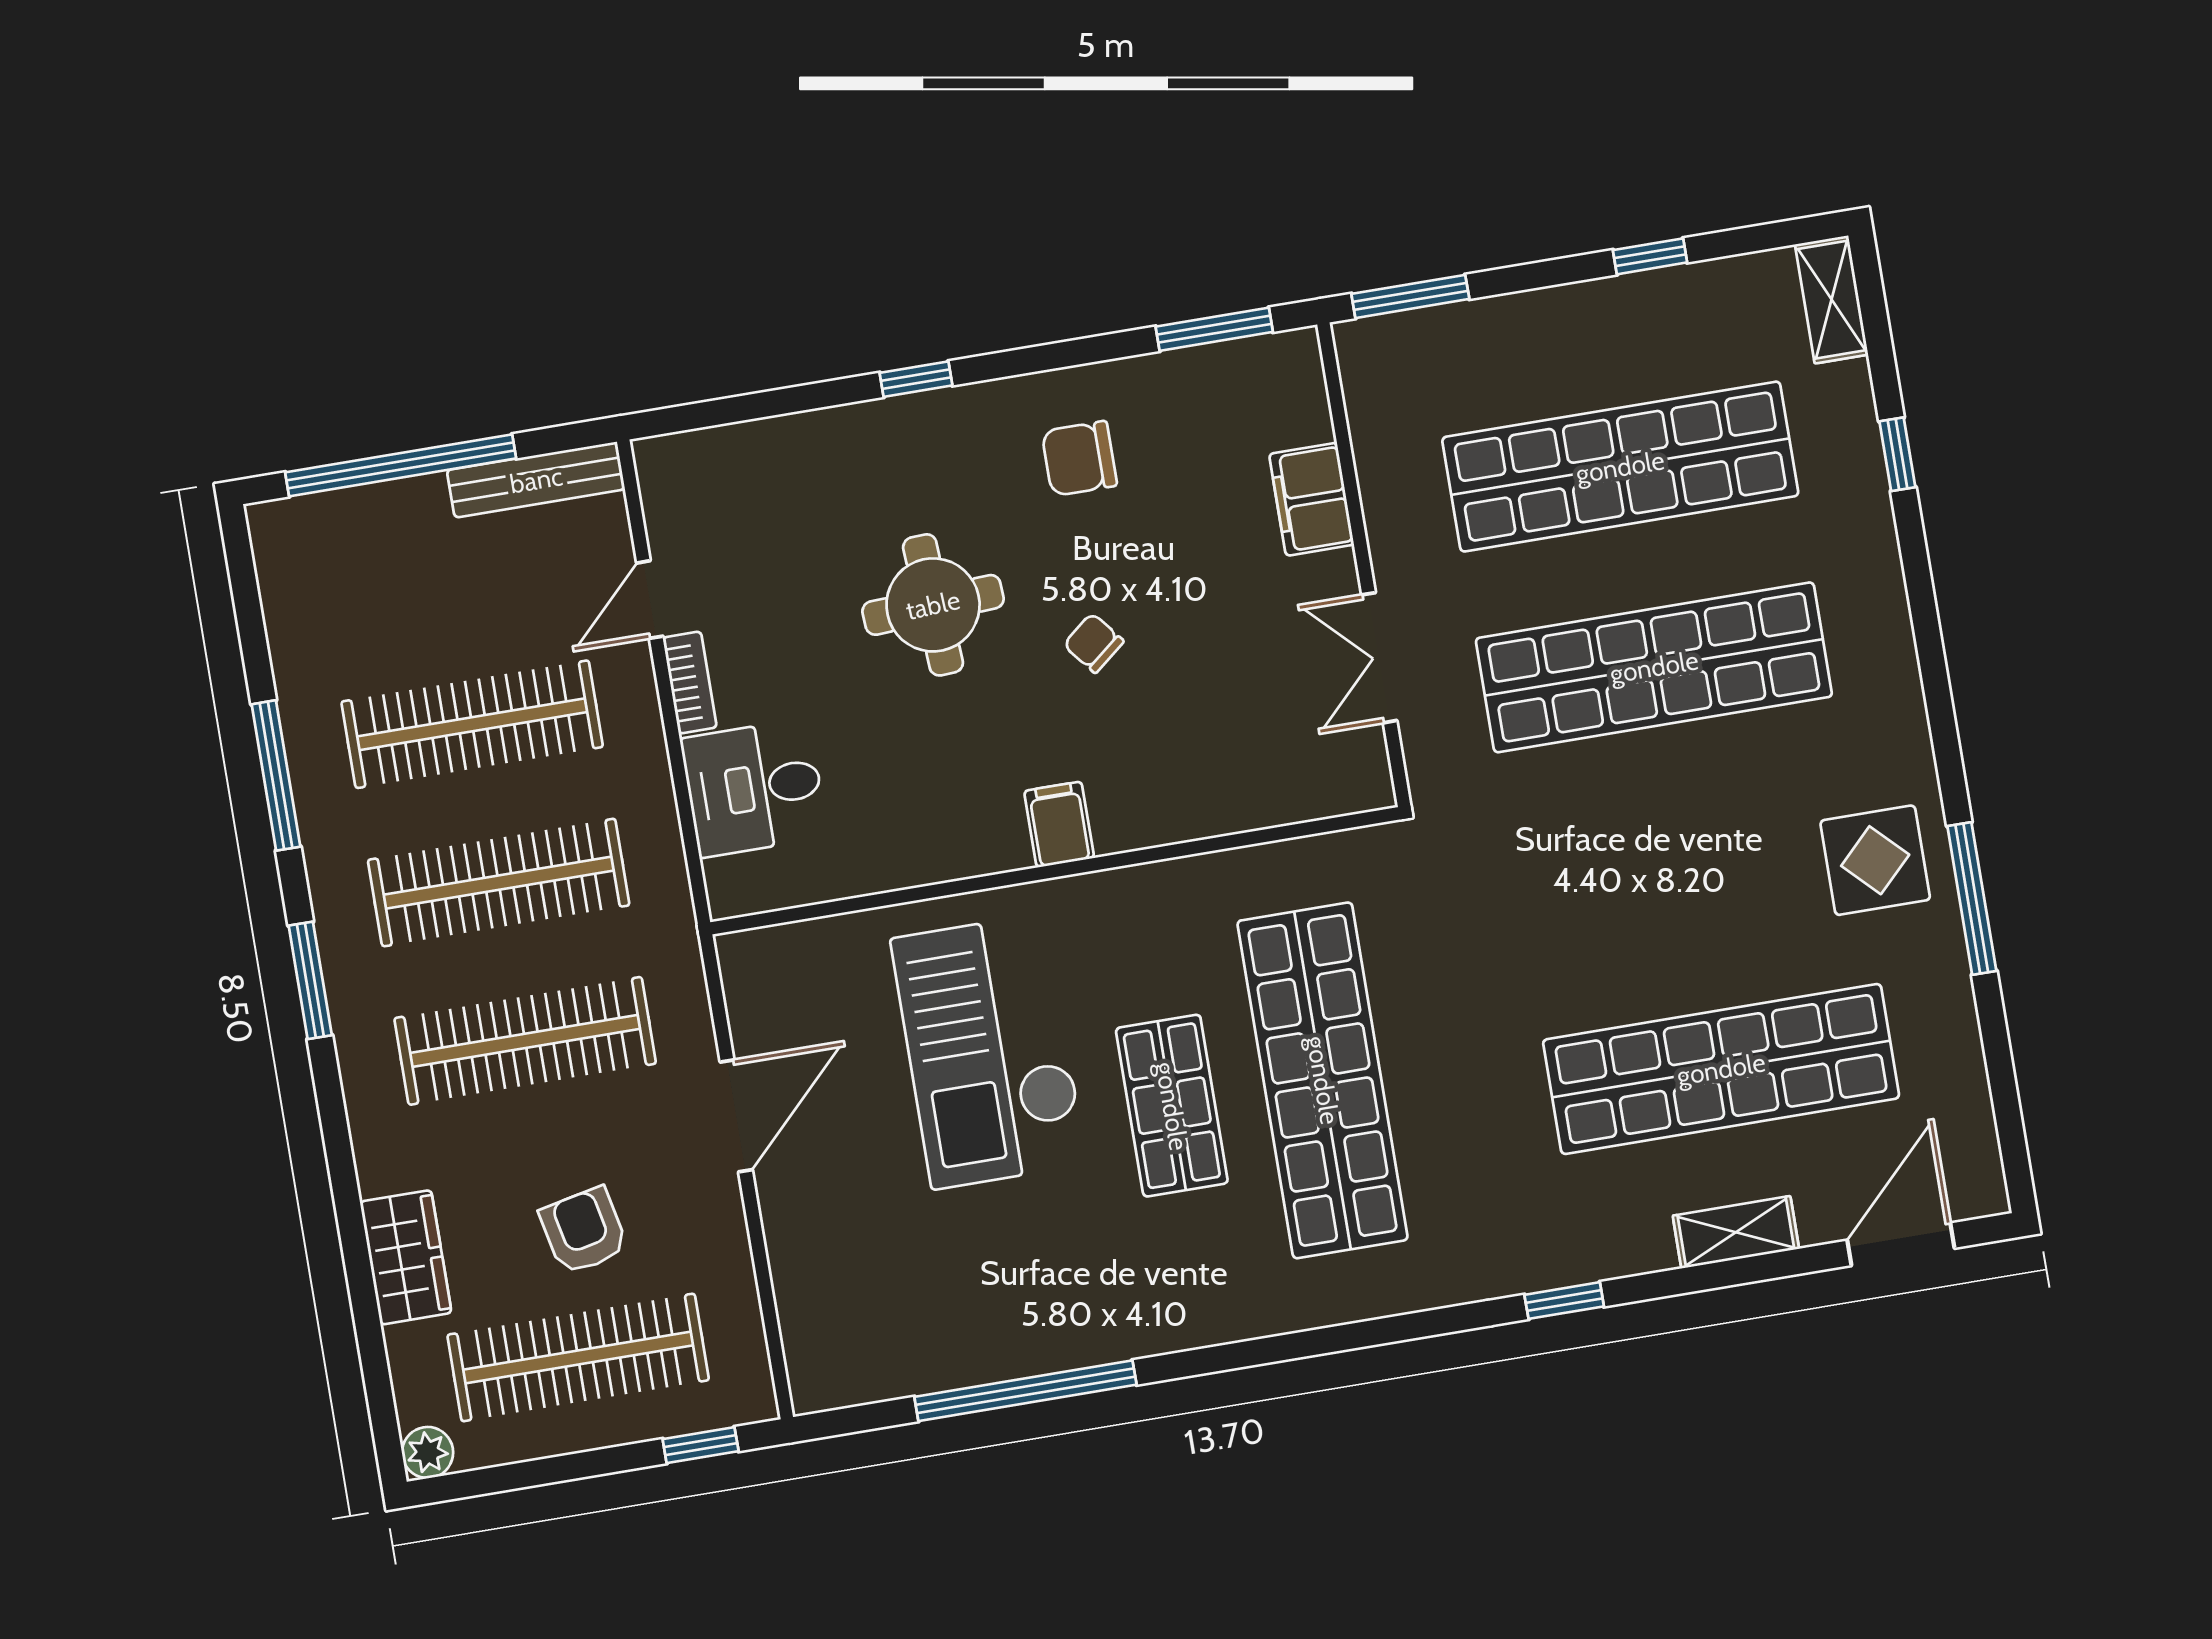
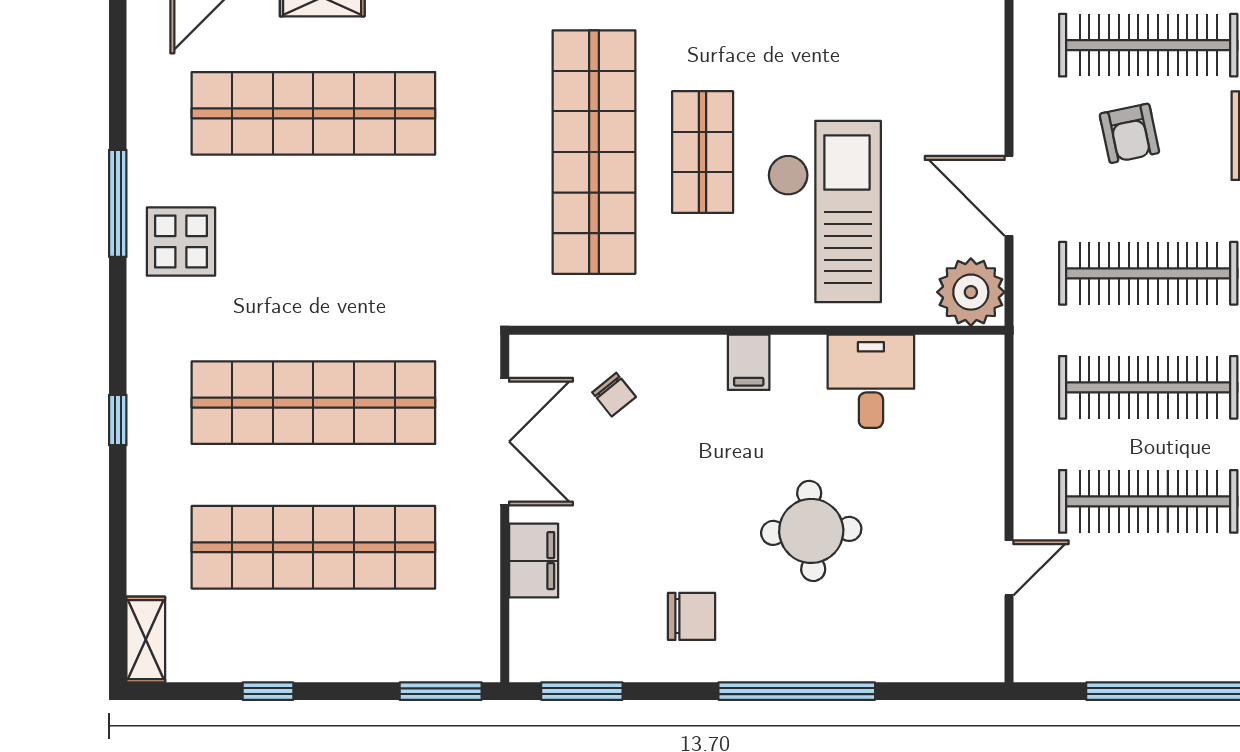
window: (916, 379) -> (797, 691), width x3.17
window: (1897, 454) -> (118, 420), moved
bench: (536, 480) -> (1075, 665), removed
chair: (1094, 643) -> (614, 395), moved
double door: (1379, 658) -> (505, 442), width x1.37
bookcase: (690, 683) -> (991, 505), removed
desk: (754, 788) -> (871, 381), moved, turned -90
plant: (767, 974) -> (971, 292), added
door: (736, 1116) -> (1009, 196), hinge flipped

